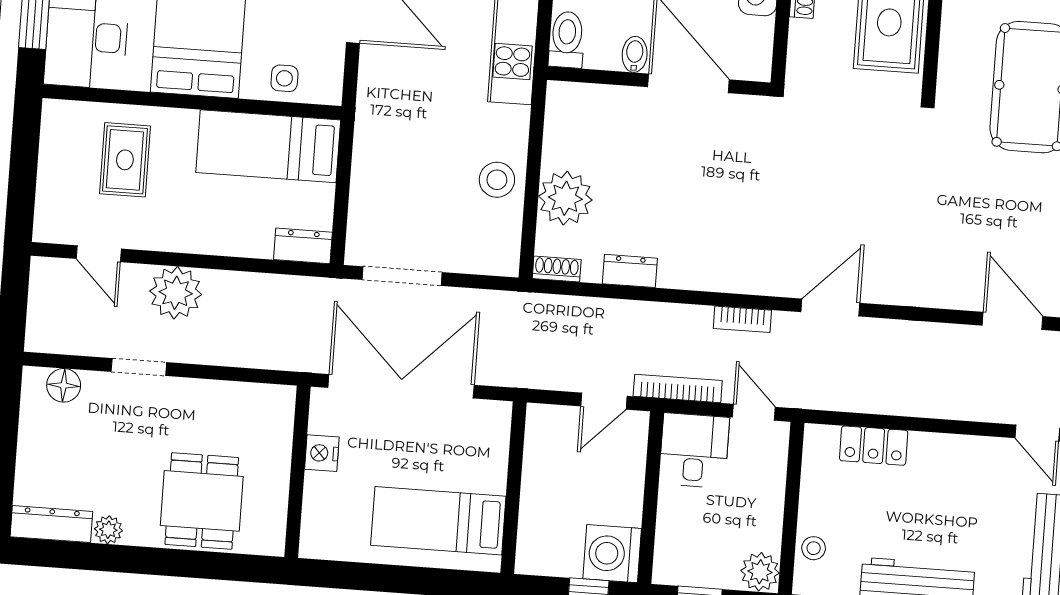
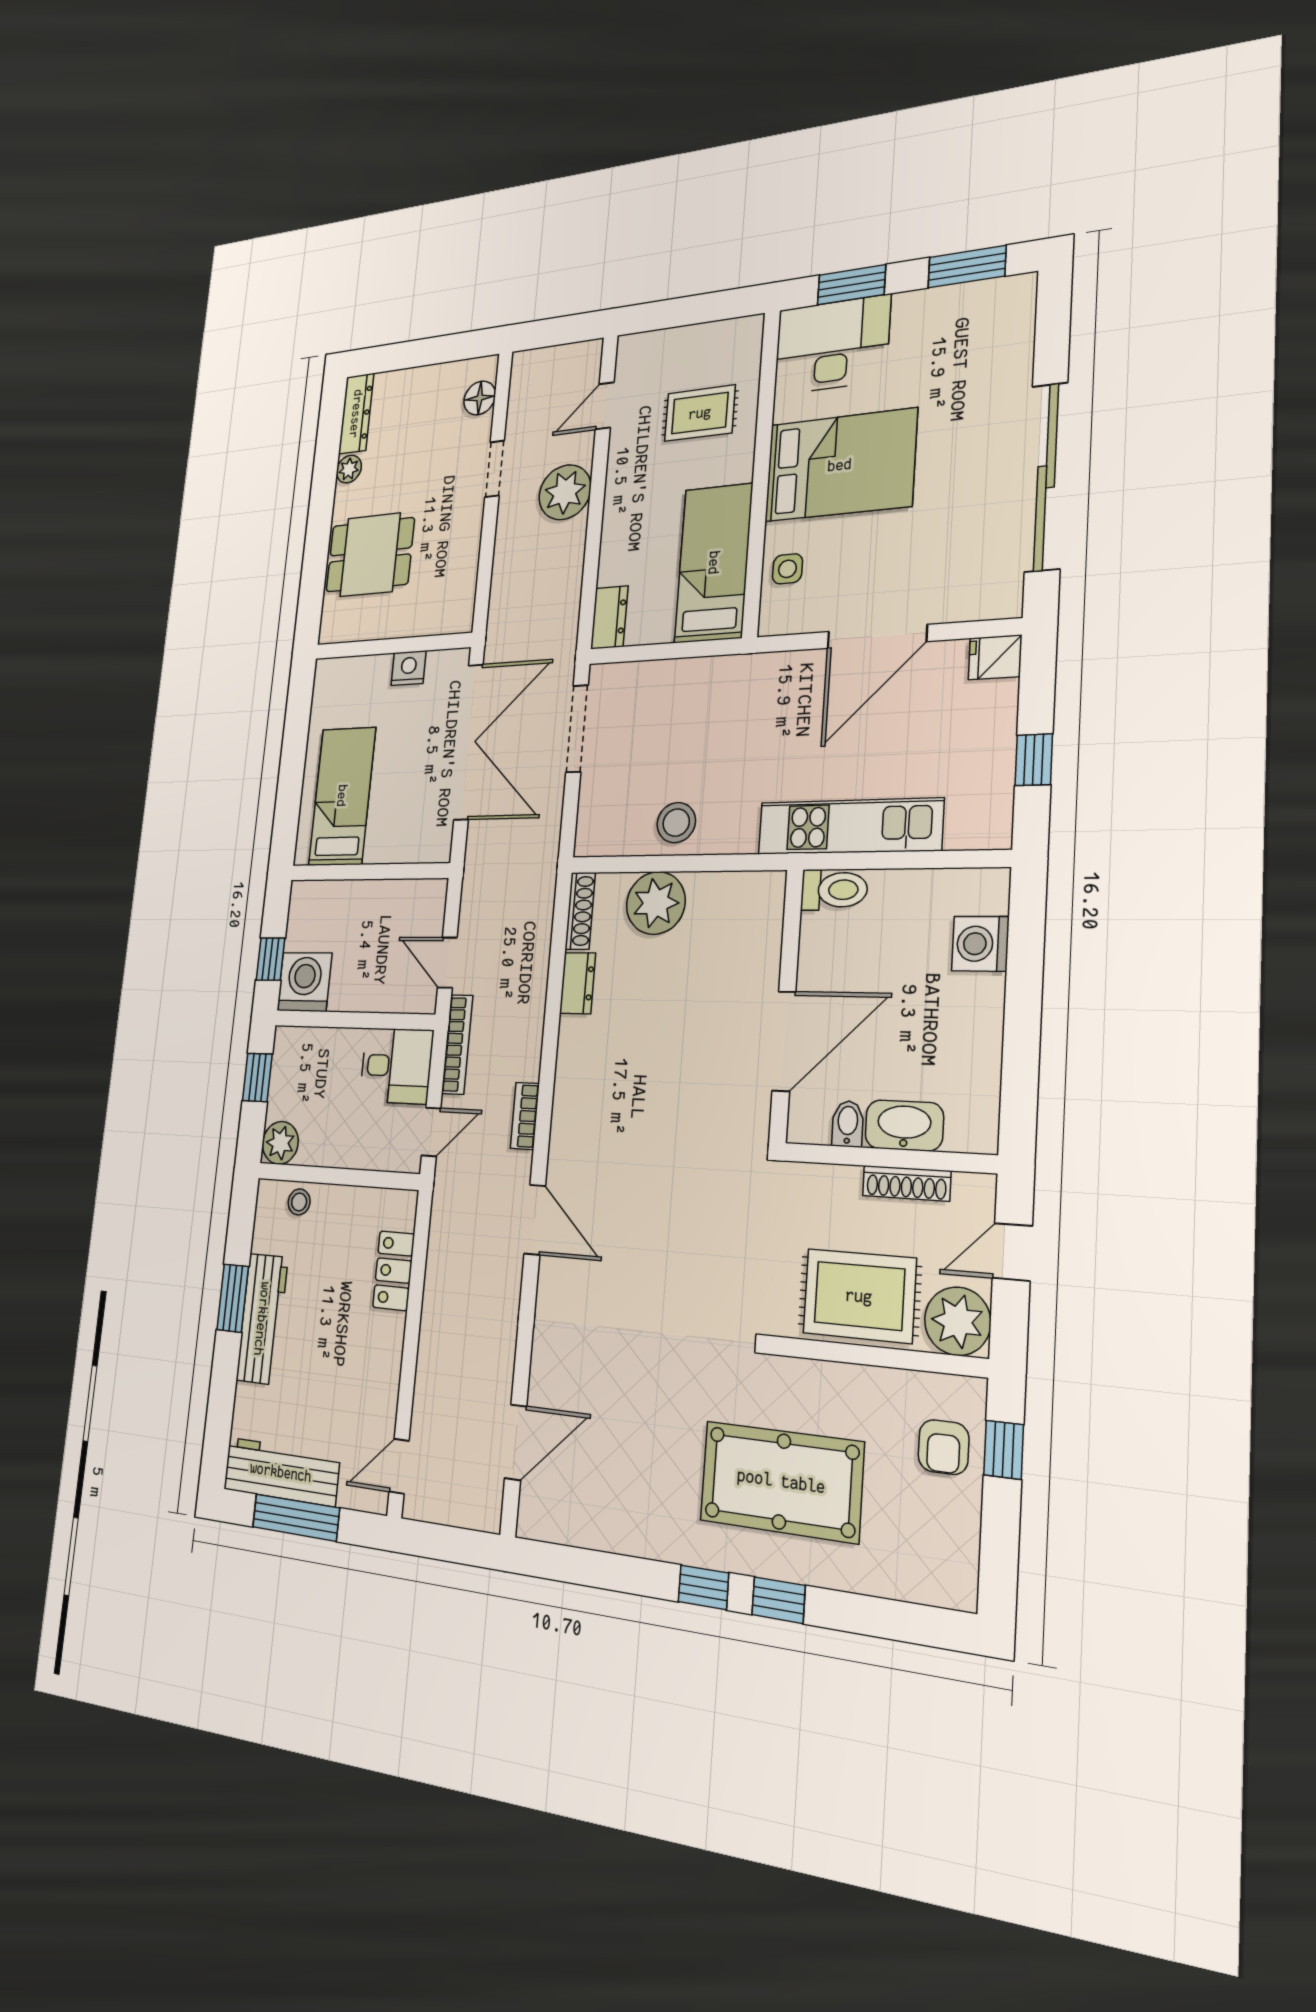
bidet: (635, 54) -> (848, 1124), moved, turned -90
shoe rack: (557, 269) -> (580, 911), width x1.43

